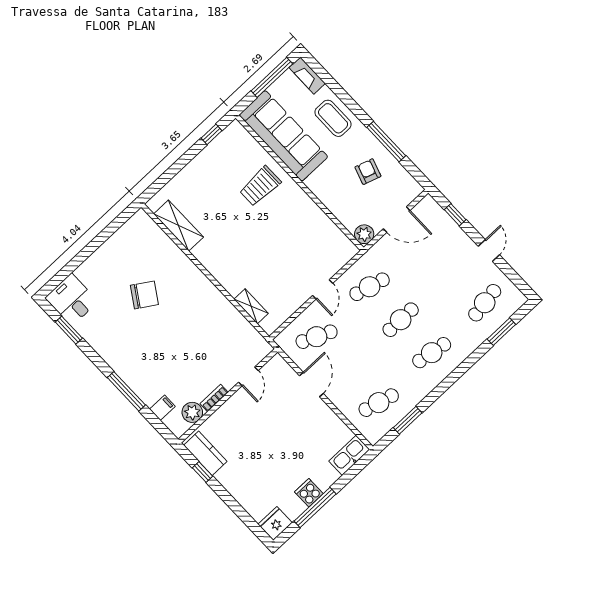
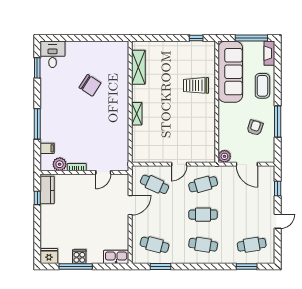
cafe table: (370, 287) -> (203, 184), turned -30
shelving: (251, 306) -> (137, 114), moved

